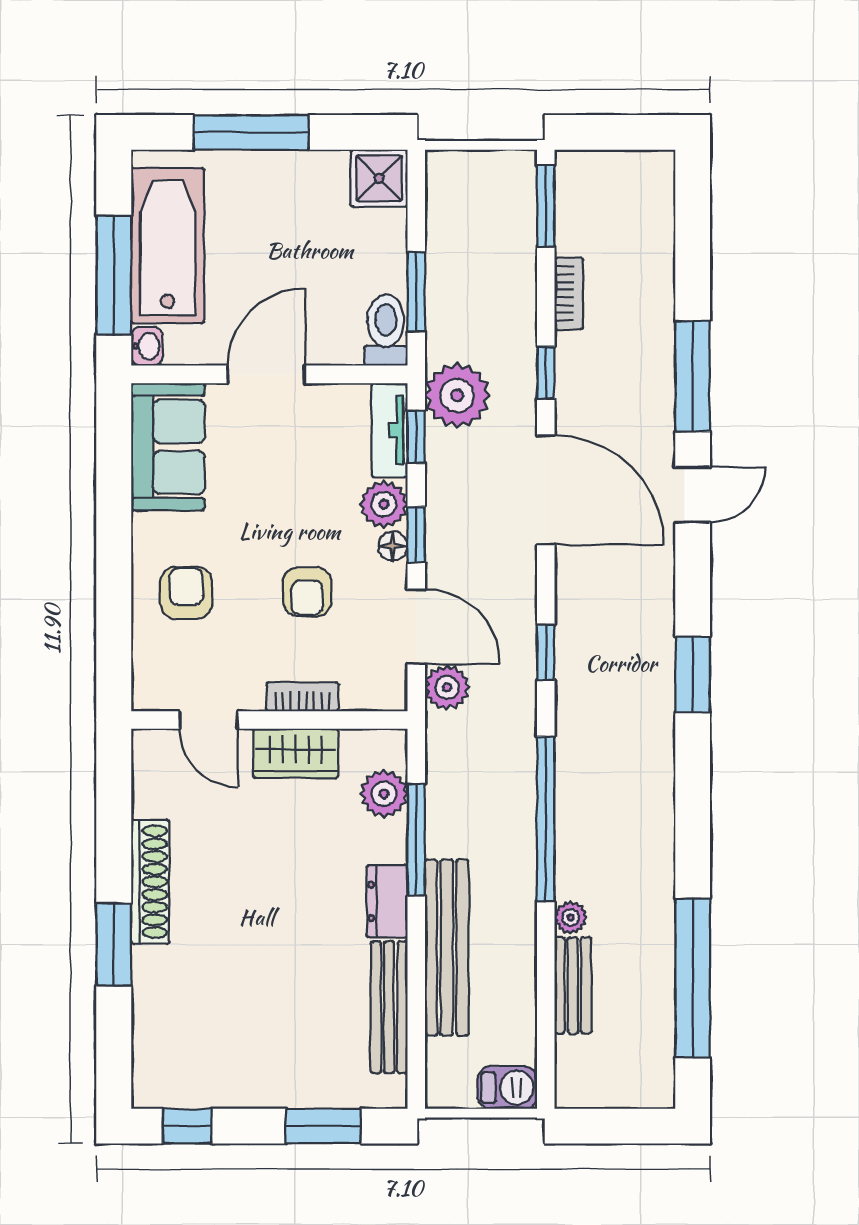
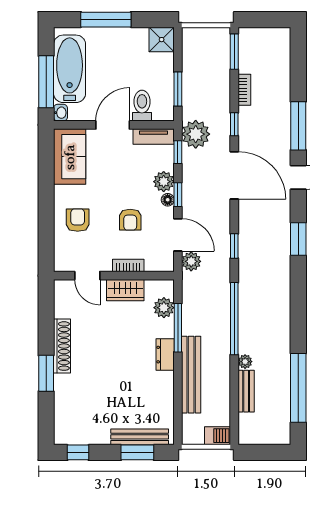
toilet: (386, 330) -> (142, 106), moved
tv unit: (390, 430) -> (154, 137), moved, turned -90
window: (693, 674) -> (298, 239), moved
bench: (389, 1007) -> (140, 437), moved, turned 90

